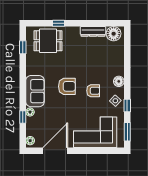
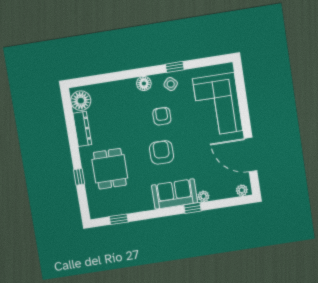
dining table: (48, 41) -> (110, 169), moved
window: (23, 117) -> (193, 208), moved
window: (127, 132) -> (210, 61), removed

